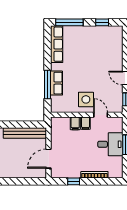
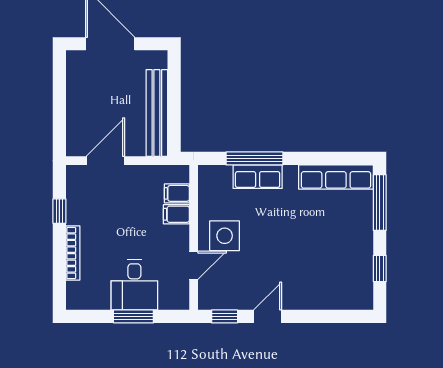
filing cabinet: (86, 123) -> (177, 193), moved
door: (49, 159) -> (105, 161), hinge flipped

